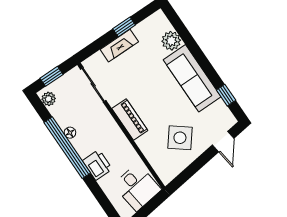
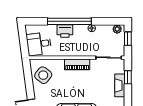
window: (124, 27) -> (128, 77), moved
side table: (180, 138) -> (43, 75), moved
window: (67, 148) -> (69, 21), moved

